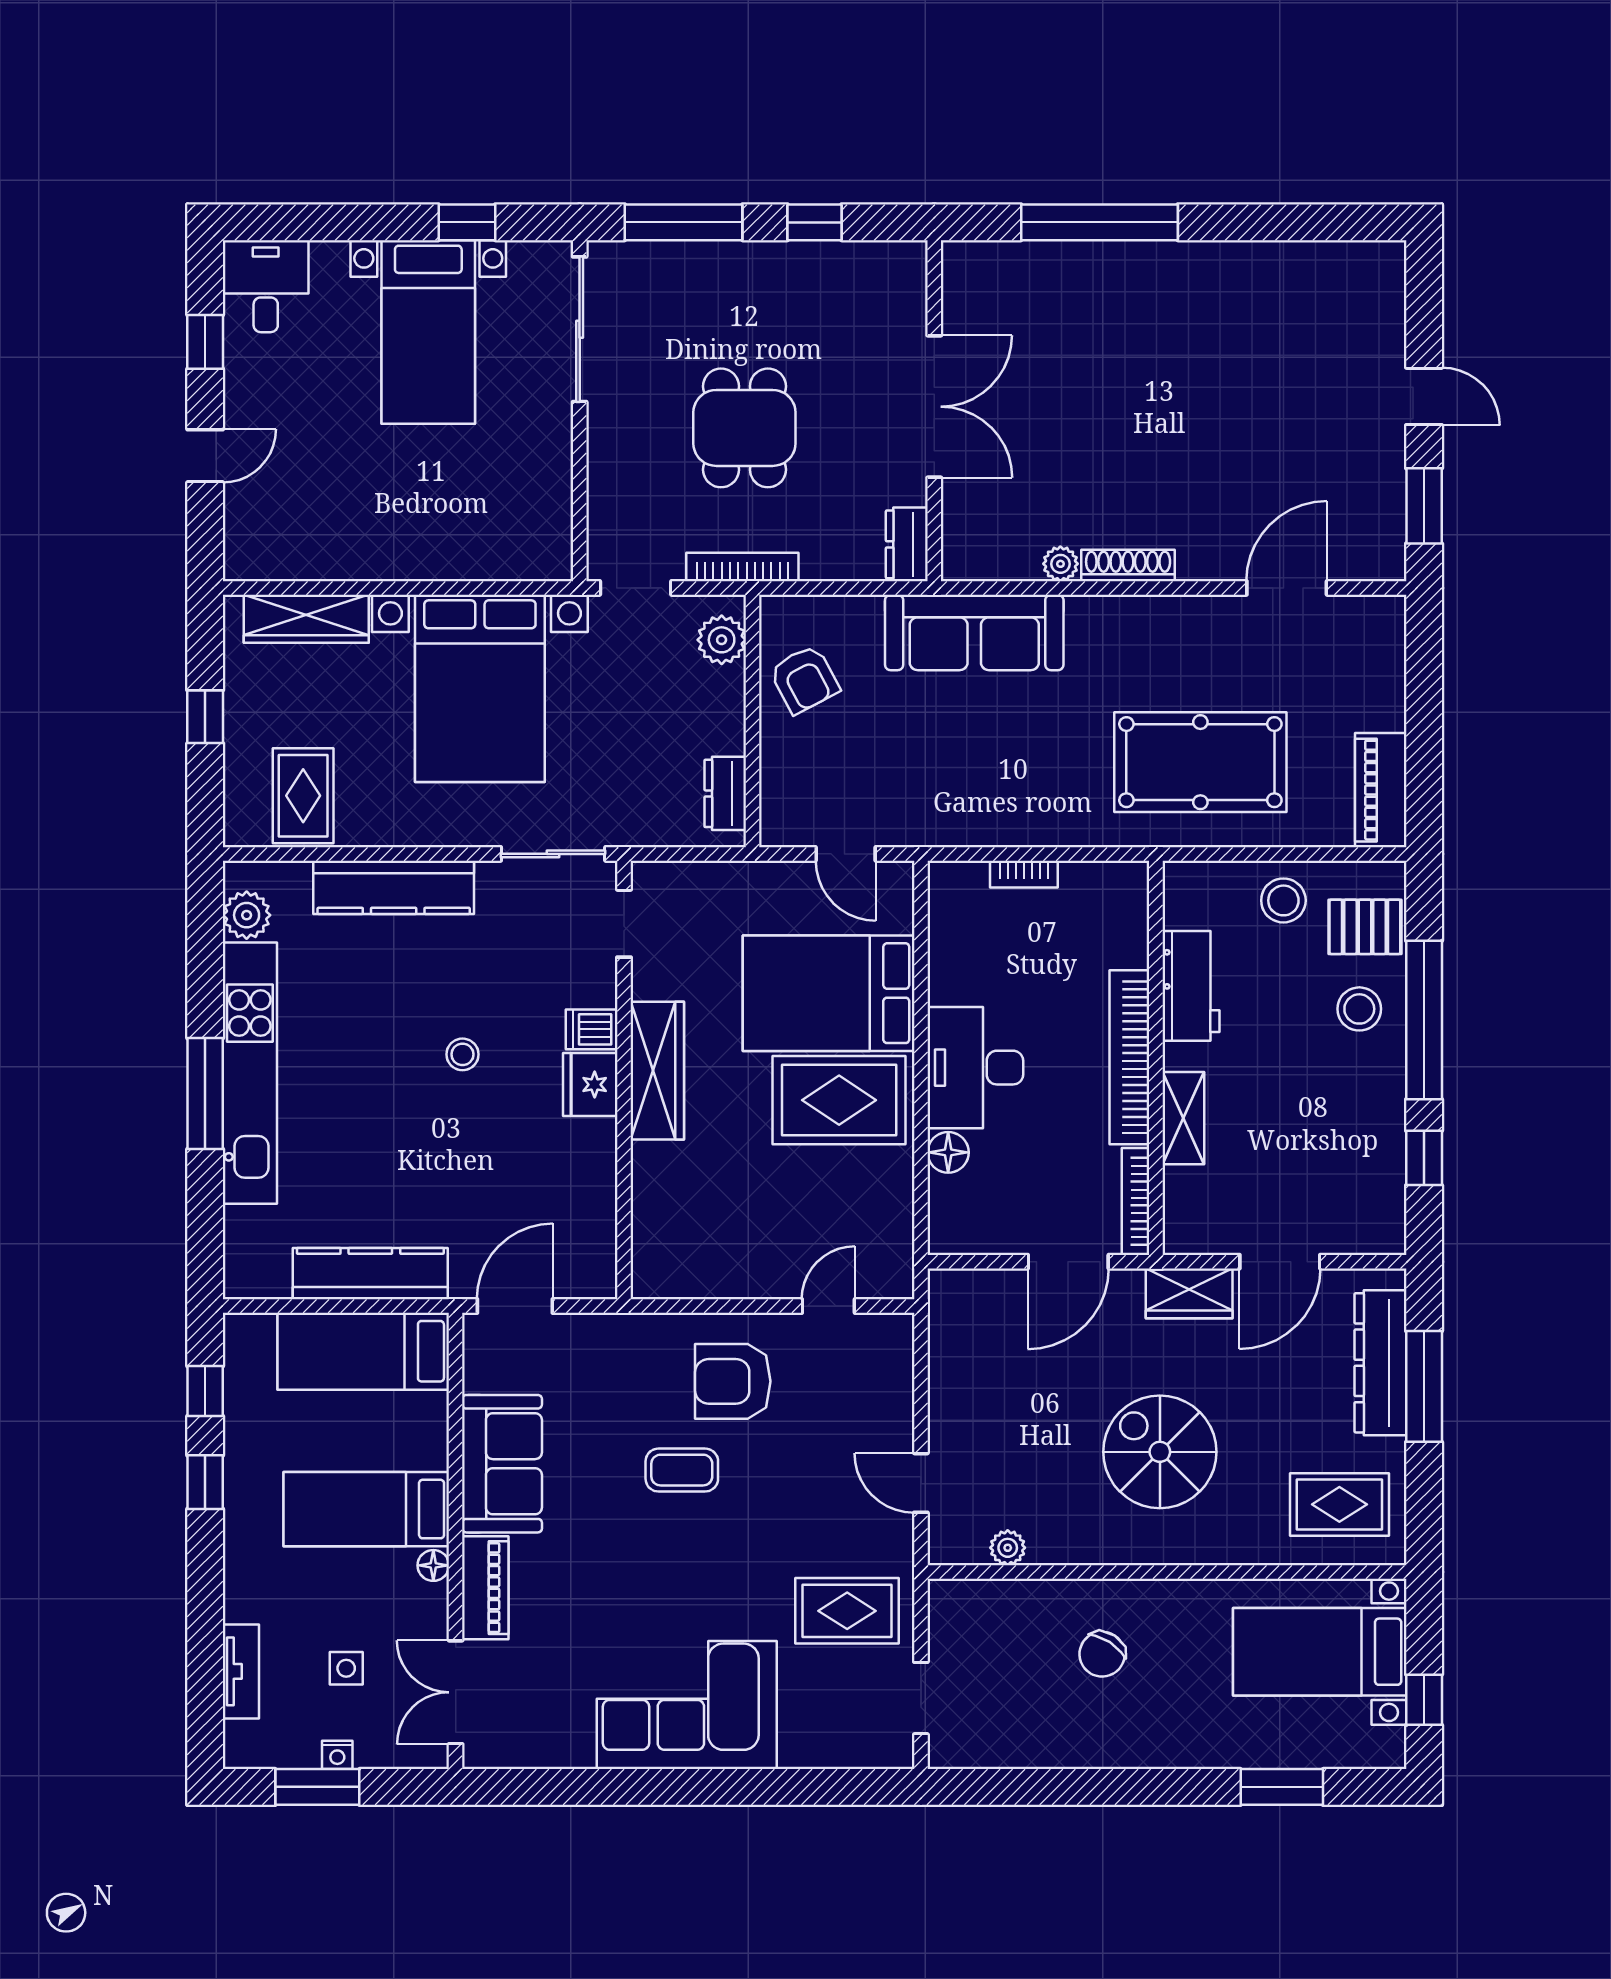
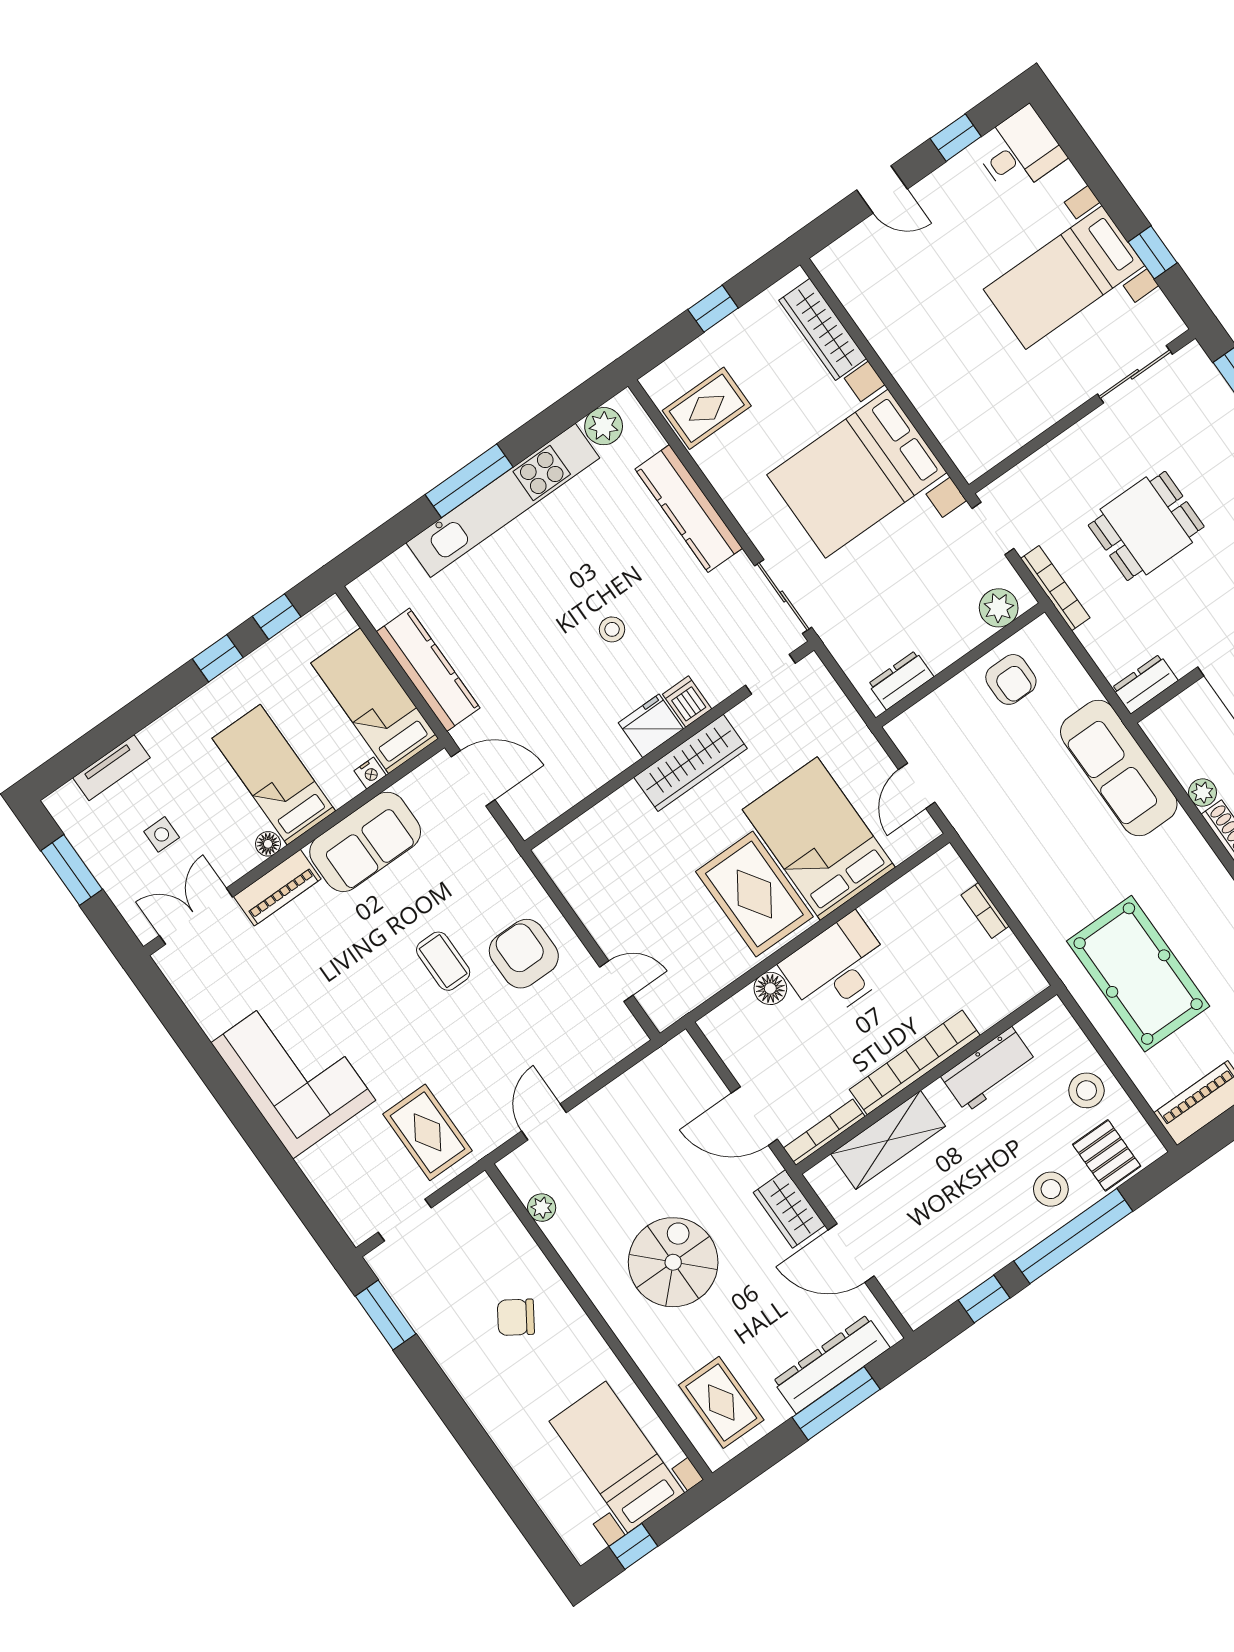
sliding door: (580, 329) -> (1135, 374), width x0.73
armchair: (804, 679) -> (1011, 679), turned -62
shelving: (1183, 1118) -> (888, 1140), width x1.50, depth x1.33
nightstand: (337, 1755) -> (370, 773), moved, turned -90
window: (1282, 1787) -> (386, 1315), moved

